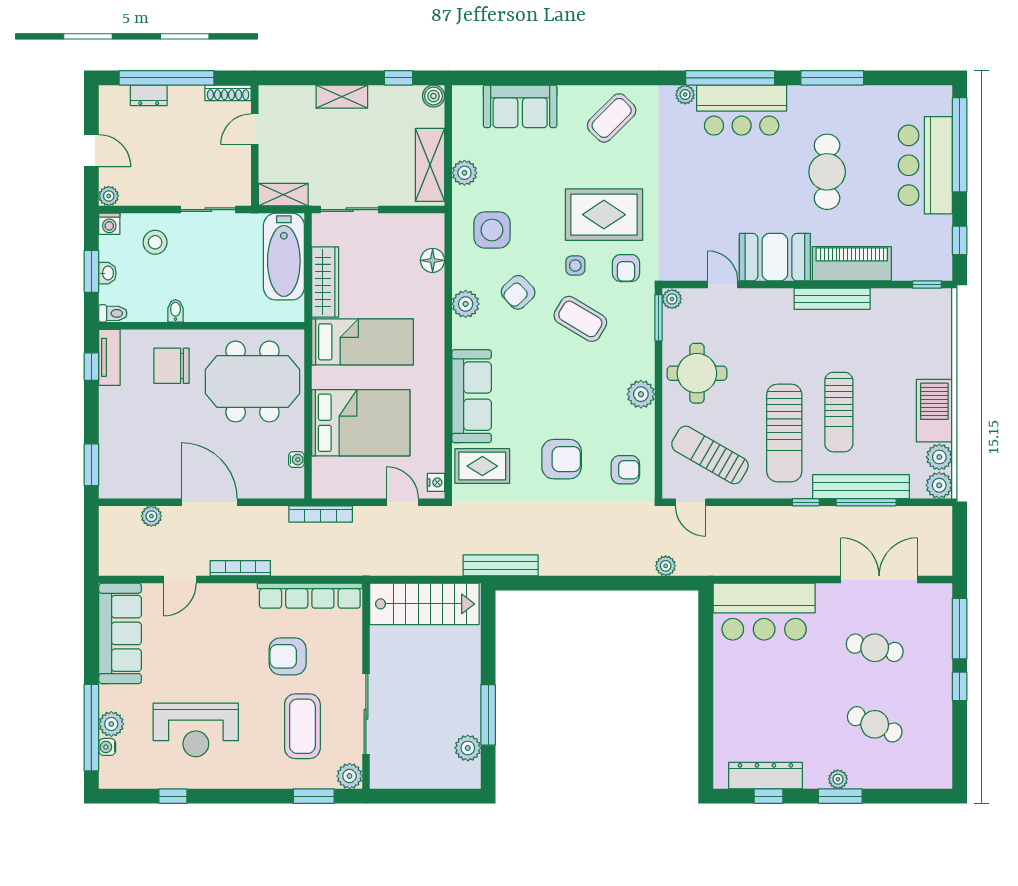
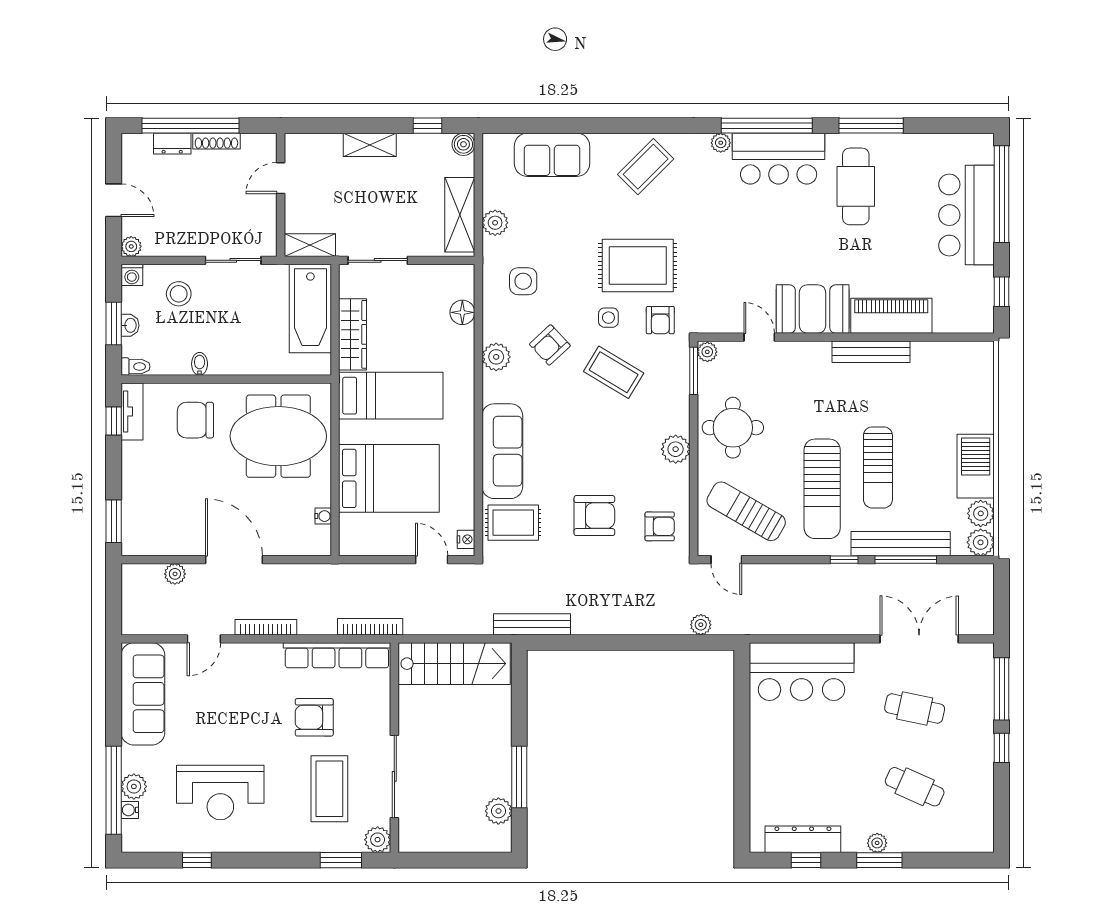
shoe rack: (228, 93) -> (216, 141), moved
cafe table: (827, 172) -> (856, 186), moved
side table: (492, 230) -> (523, 281), width x0.73, depth x0.73
window: (927, 285) -> (968, 337), removed
bookcase: (321, 514) -> (370, 627), moved, turned 180

